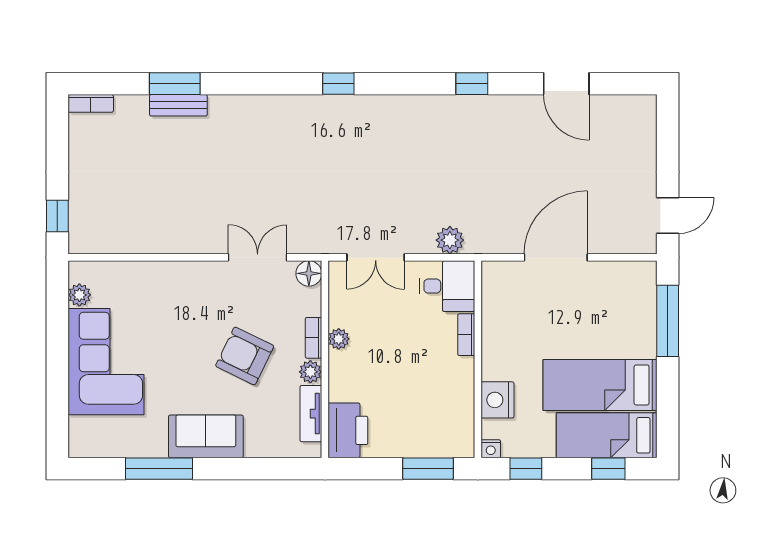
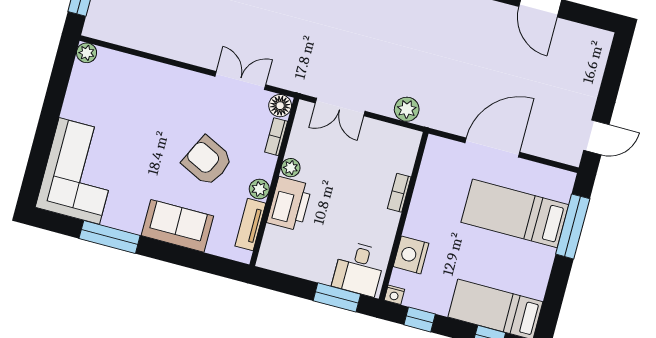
desk: (447, 286) -> (359, 269), moved, turned 90
plant: (79, 295) -> (87, 53), moved
bookcase: (314, 338) -> (276, 137), moved
corner sofa: (106, 362) -> (79, 171), moved
bed: (600, 385) -> (515, 213), moved
printer: (348, 430) -> (289, 204), moved
sofa: (206, 436) -> (177, 226), moved

